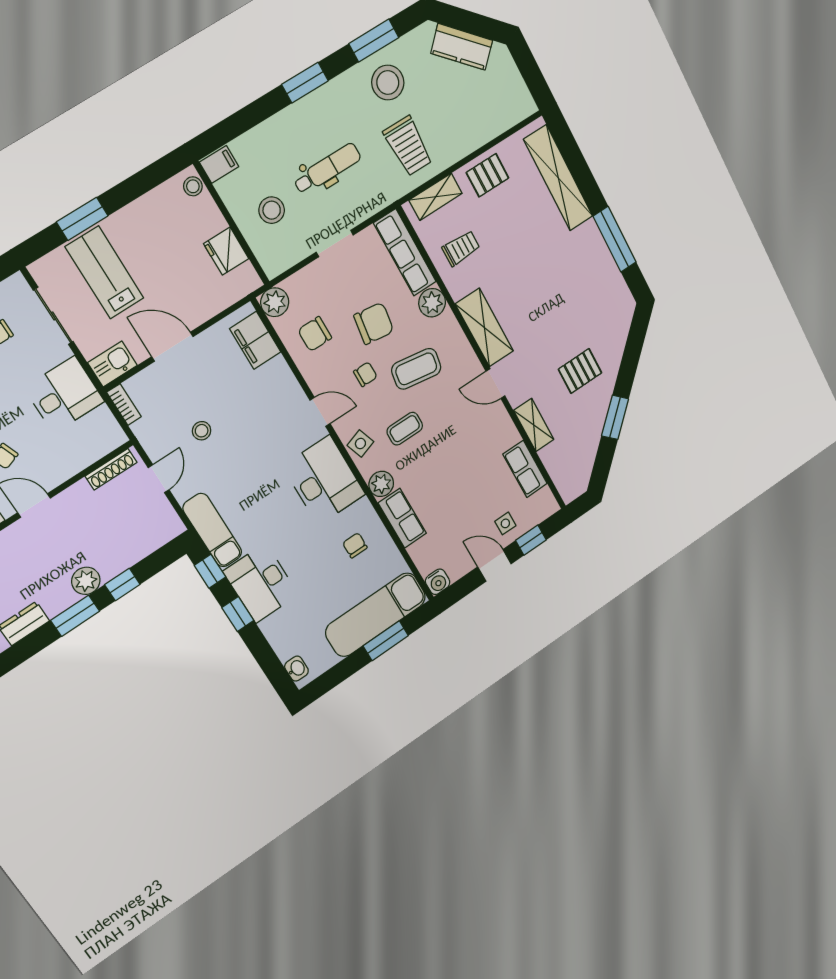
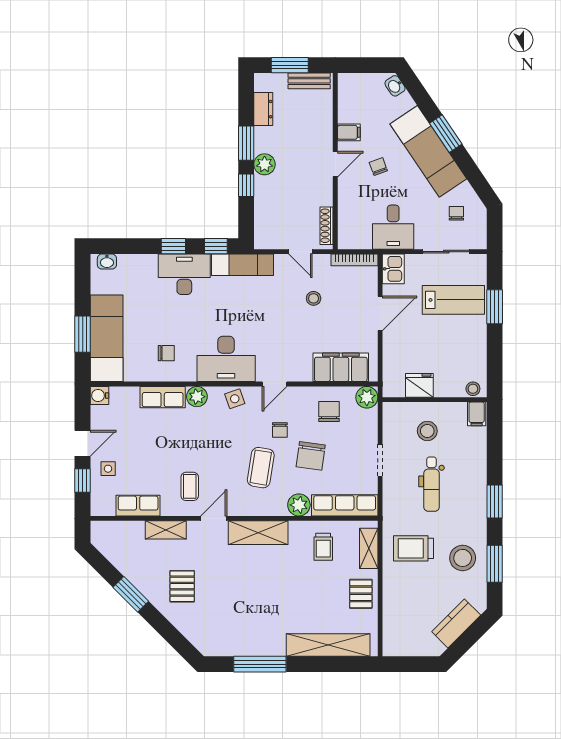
filing cabinet: (255, 340) -> (341, 367), width x1.50, depth x1.17
bookcase: (124, 405) -> (354, 260), width x1.56
coffee table: (405, 429) -> (190, 486), moved

